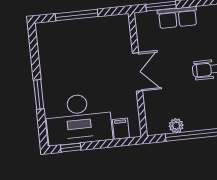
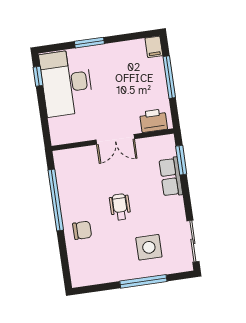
printer: (120, 33) -> (153, 121), added
plant: (176, 126) -> (64, 180), removed
filing cabinet: (121, 129) -> (154, 47), moved, turned 90

